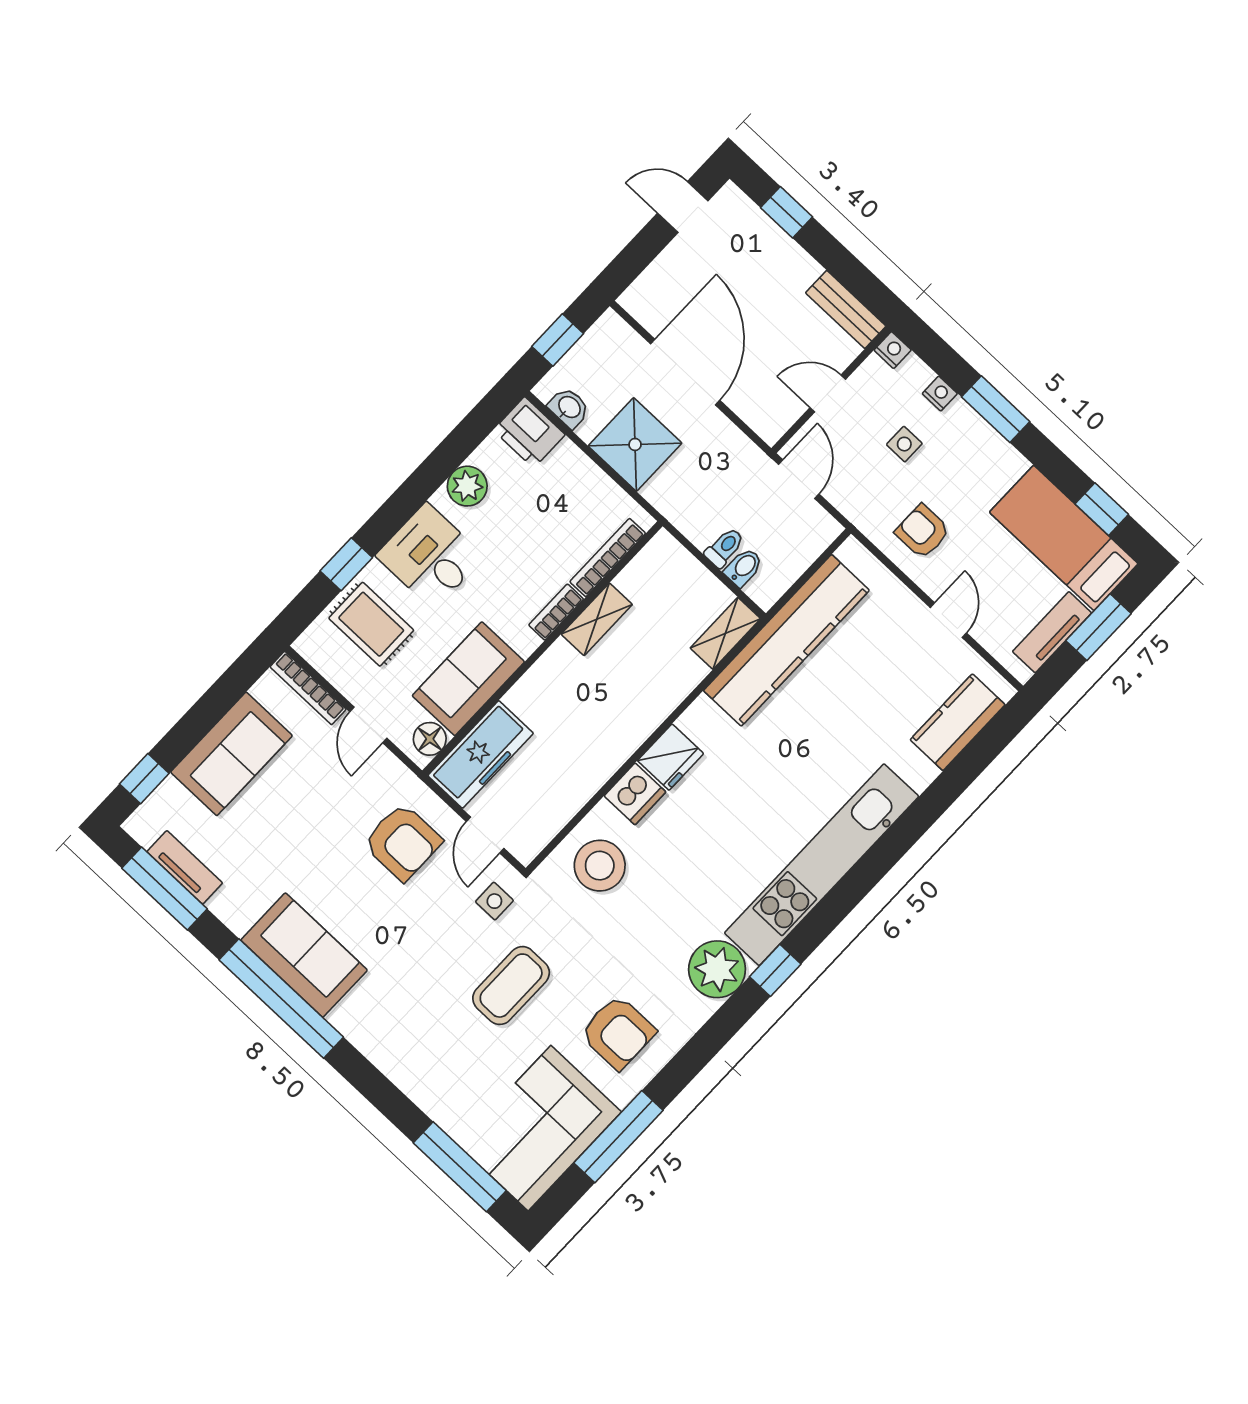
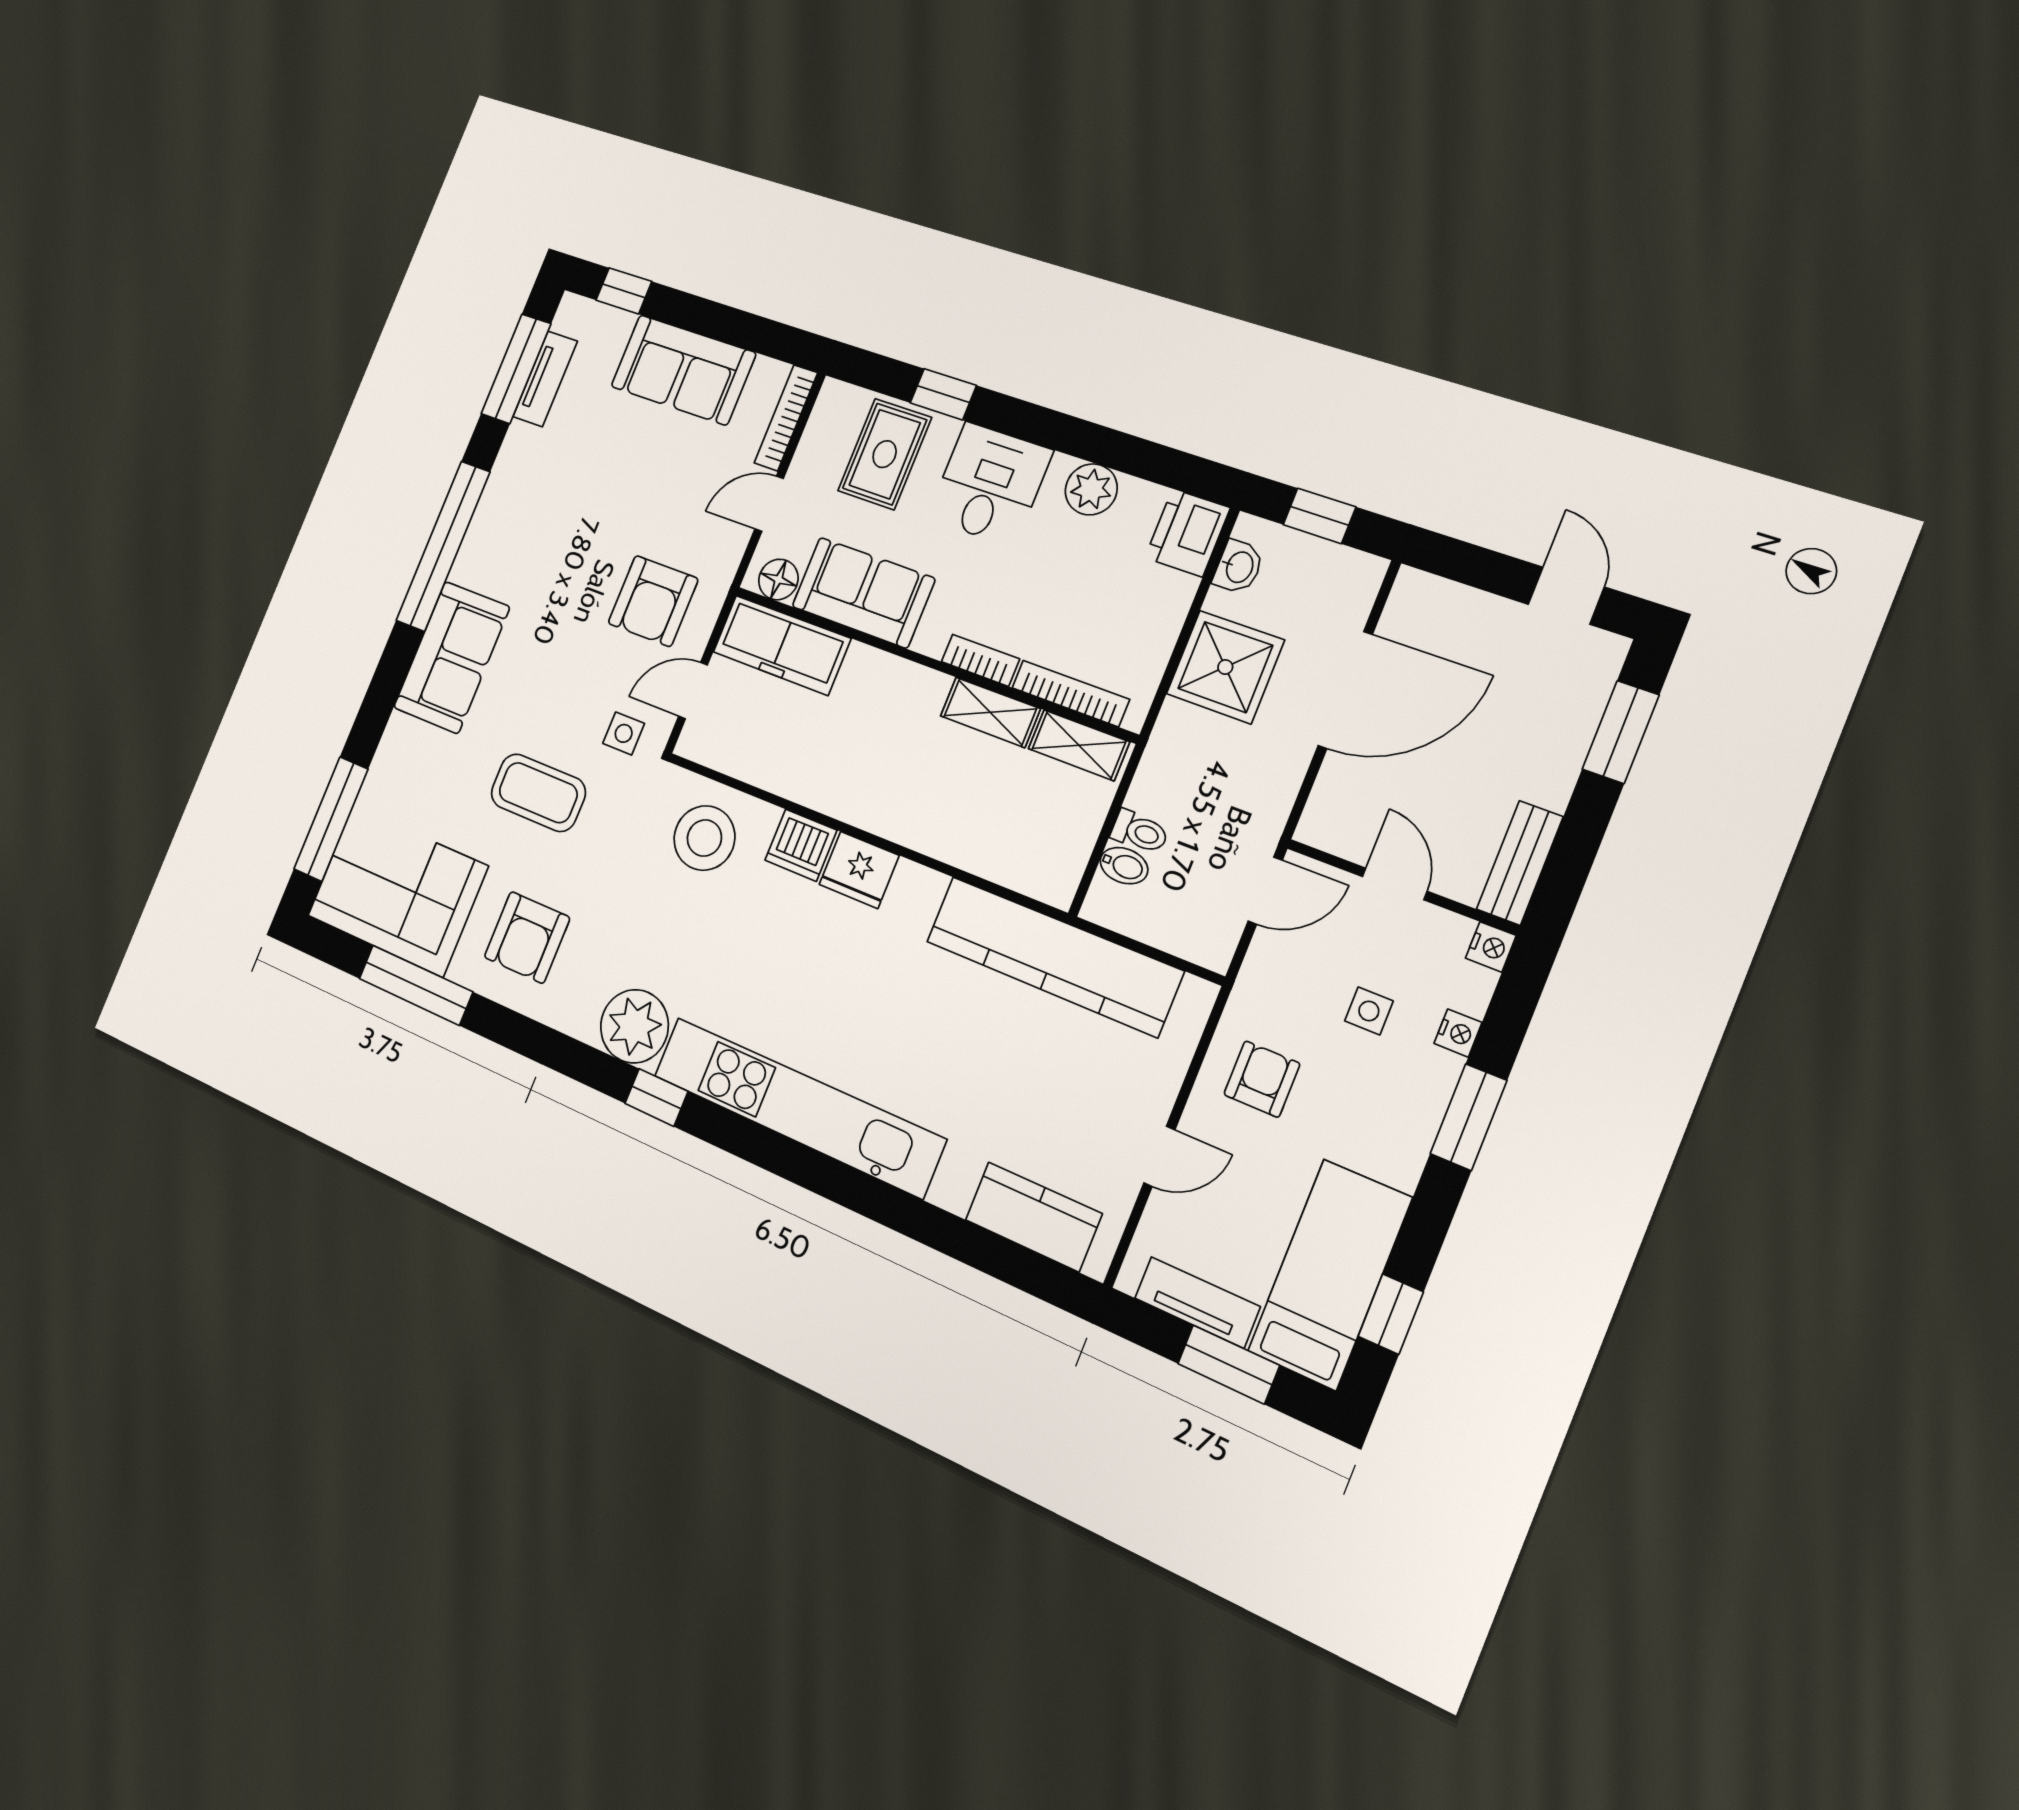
window: (787, 212) -> (1621, 732), width x1.50
shelving: (725, 633) -> (1079, 745), moved
sofa: (304, 955) -> (452, 657), moved

